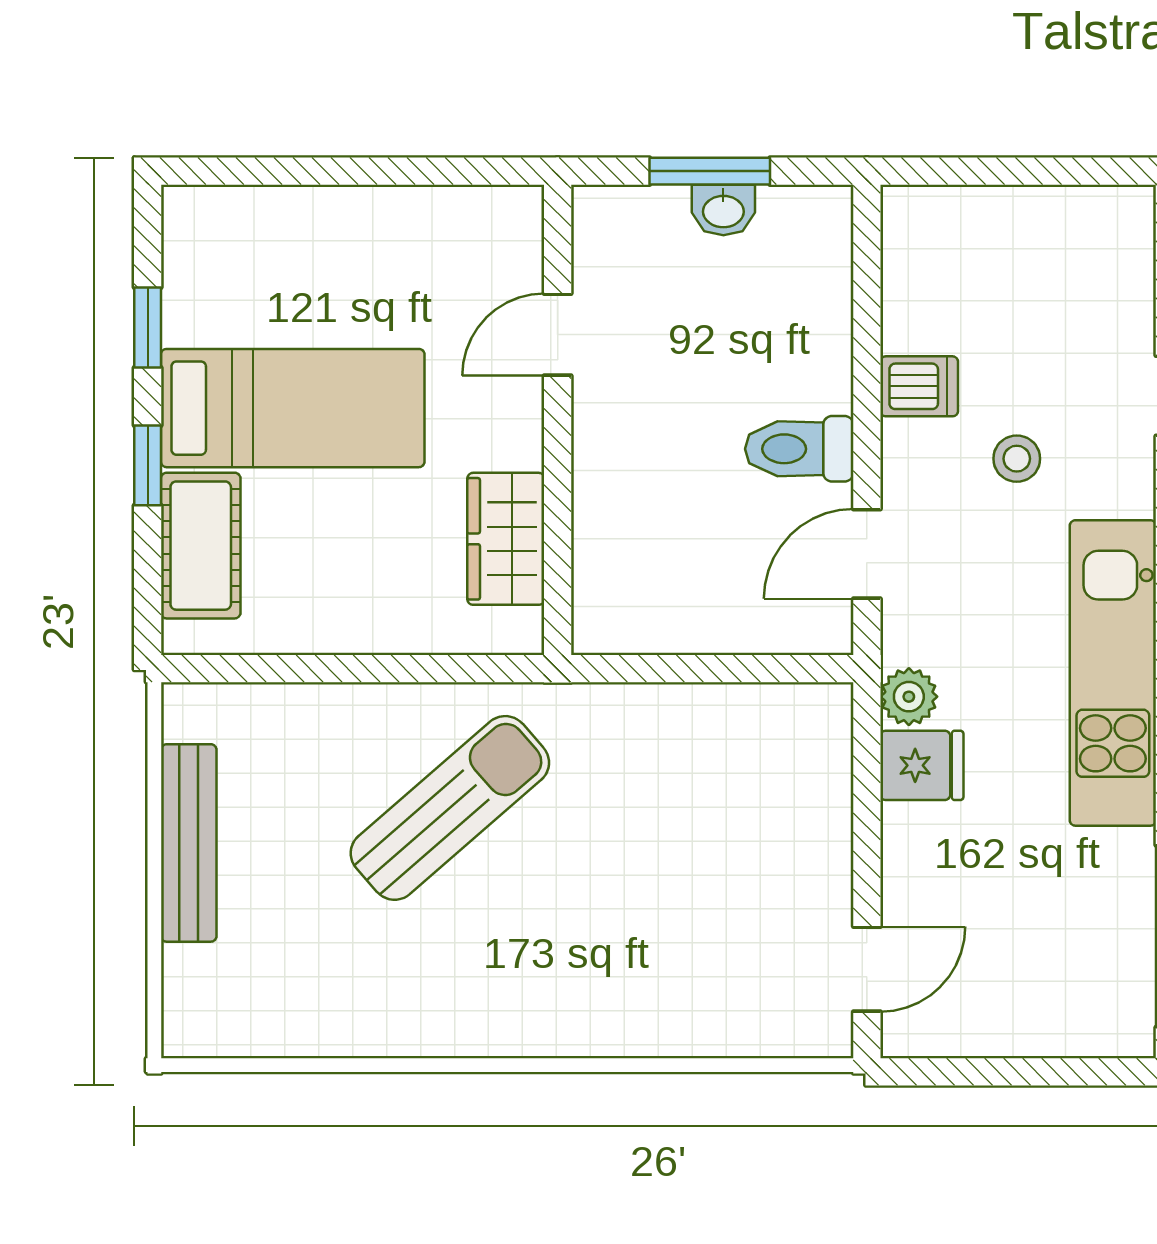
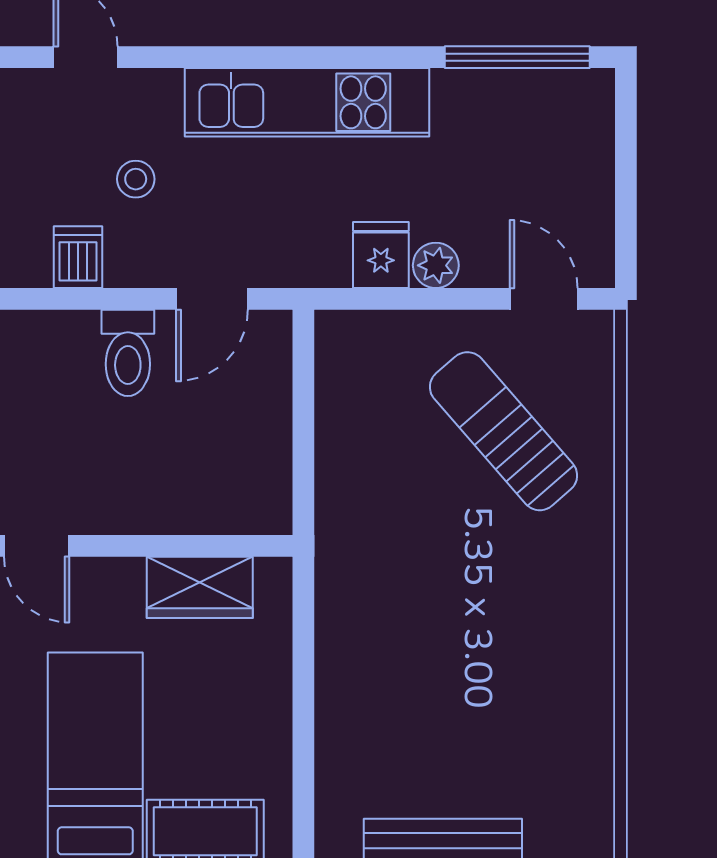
door: (867, 554) -> (212, 299), hinge flipped
plant: (909, 697) -> (436, 265), moved
sun lounger: (450, 808) -> (504, 431), moved

